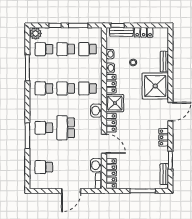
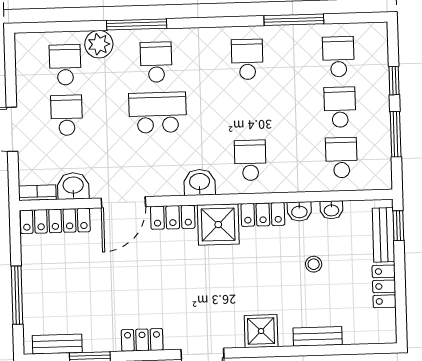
plant: (35, 33) -> (99, 44), moved
shower: (155, 86) -> (261, 331), width x0.54, depth x0.54
school desk: (66, 88) -> (67, 115), moved

